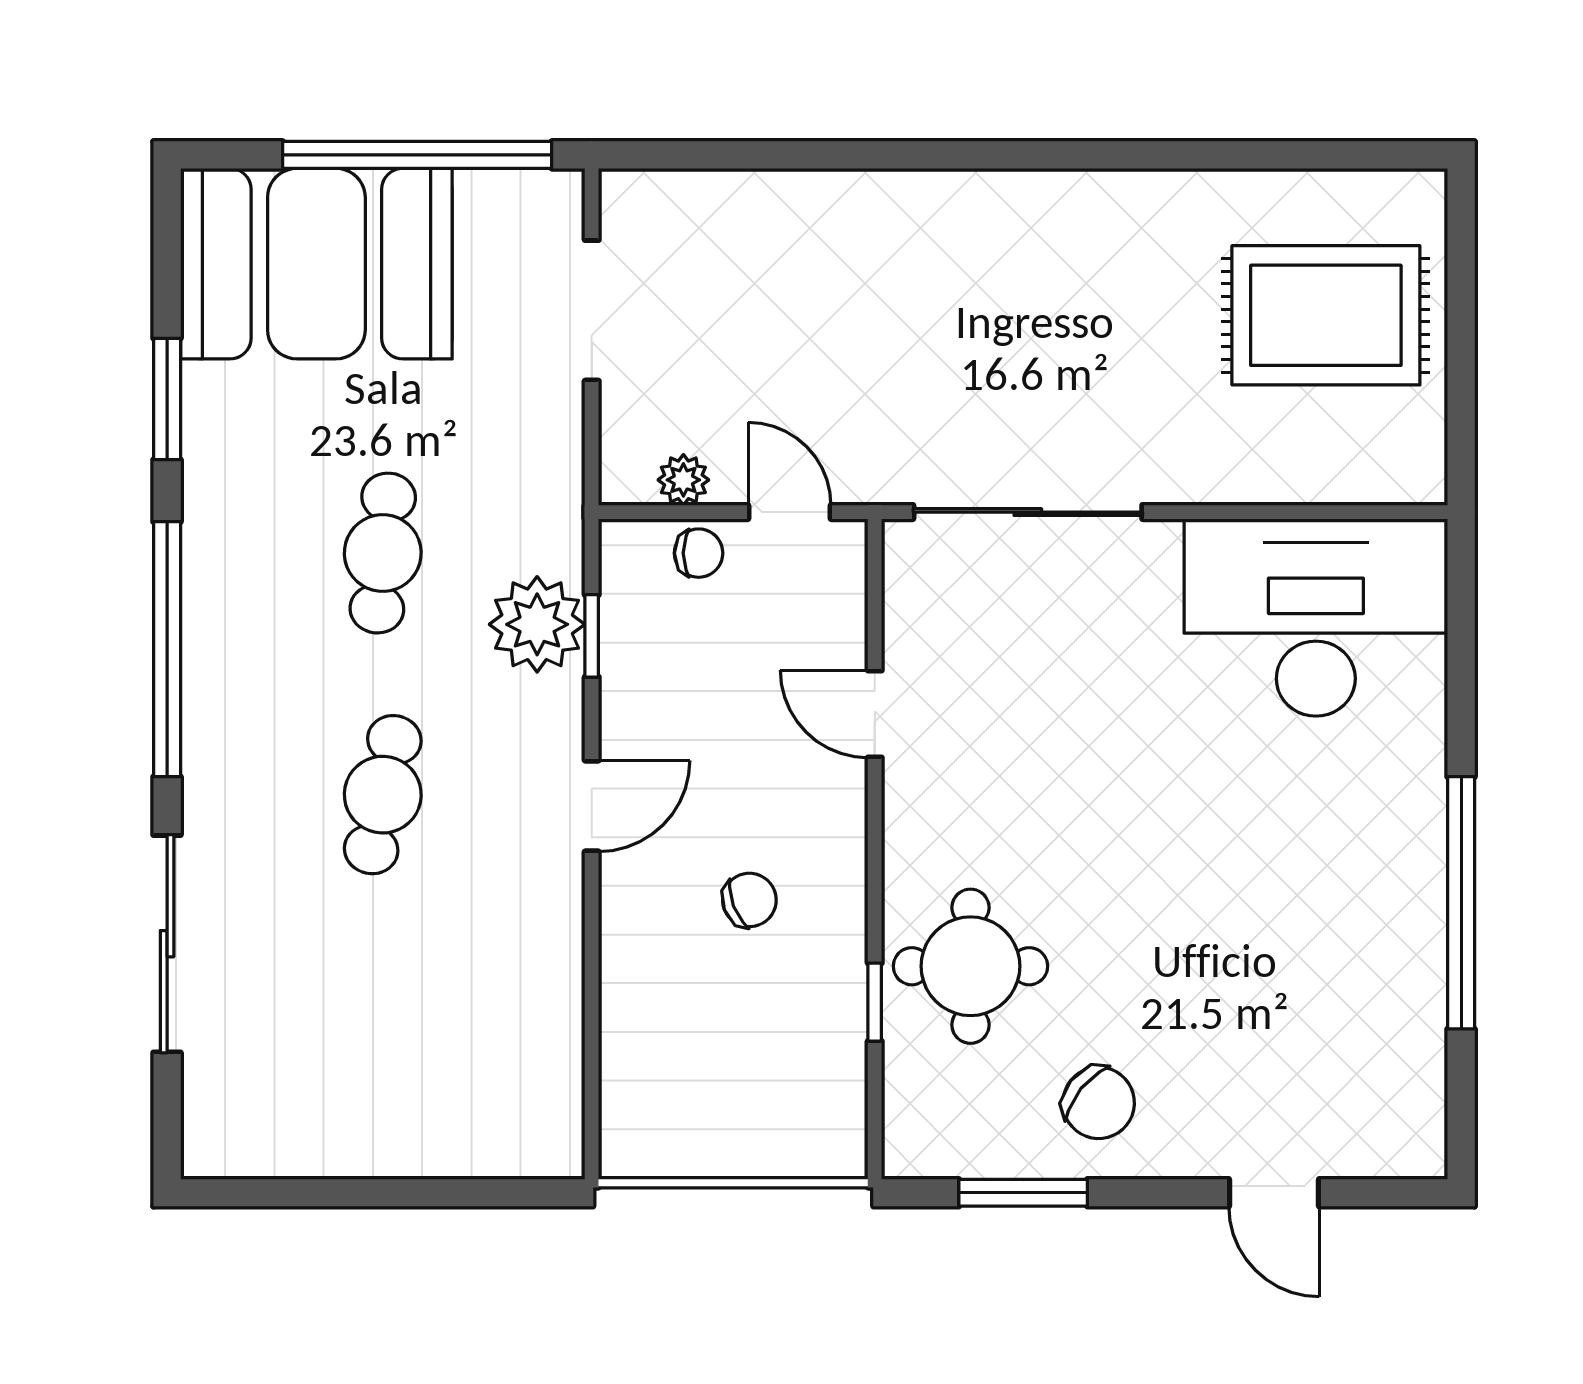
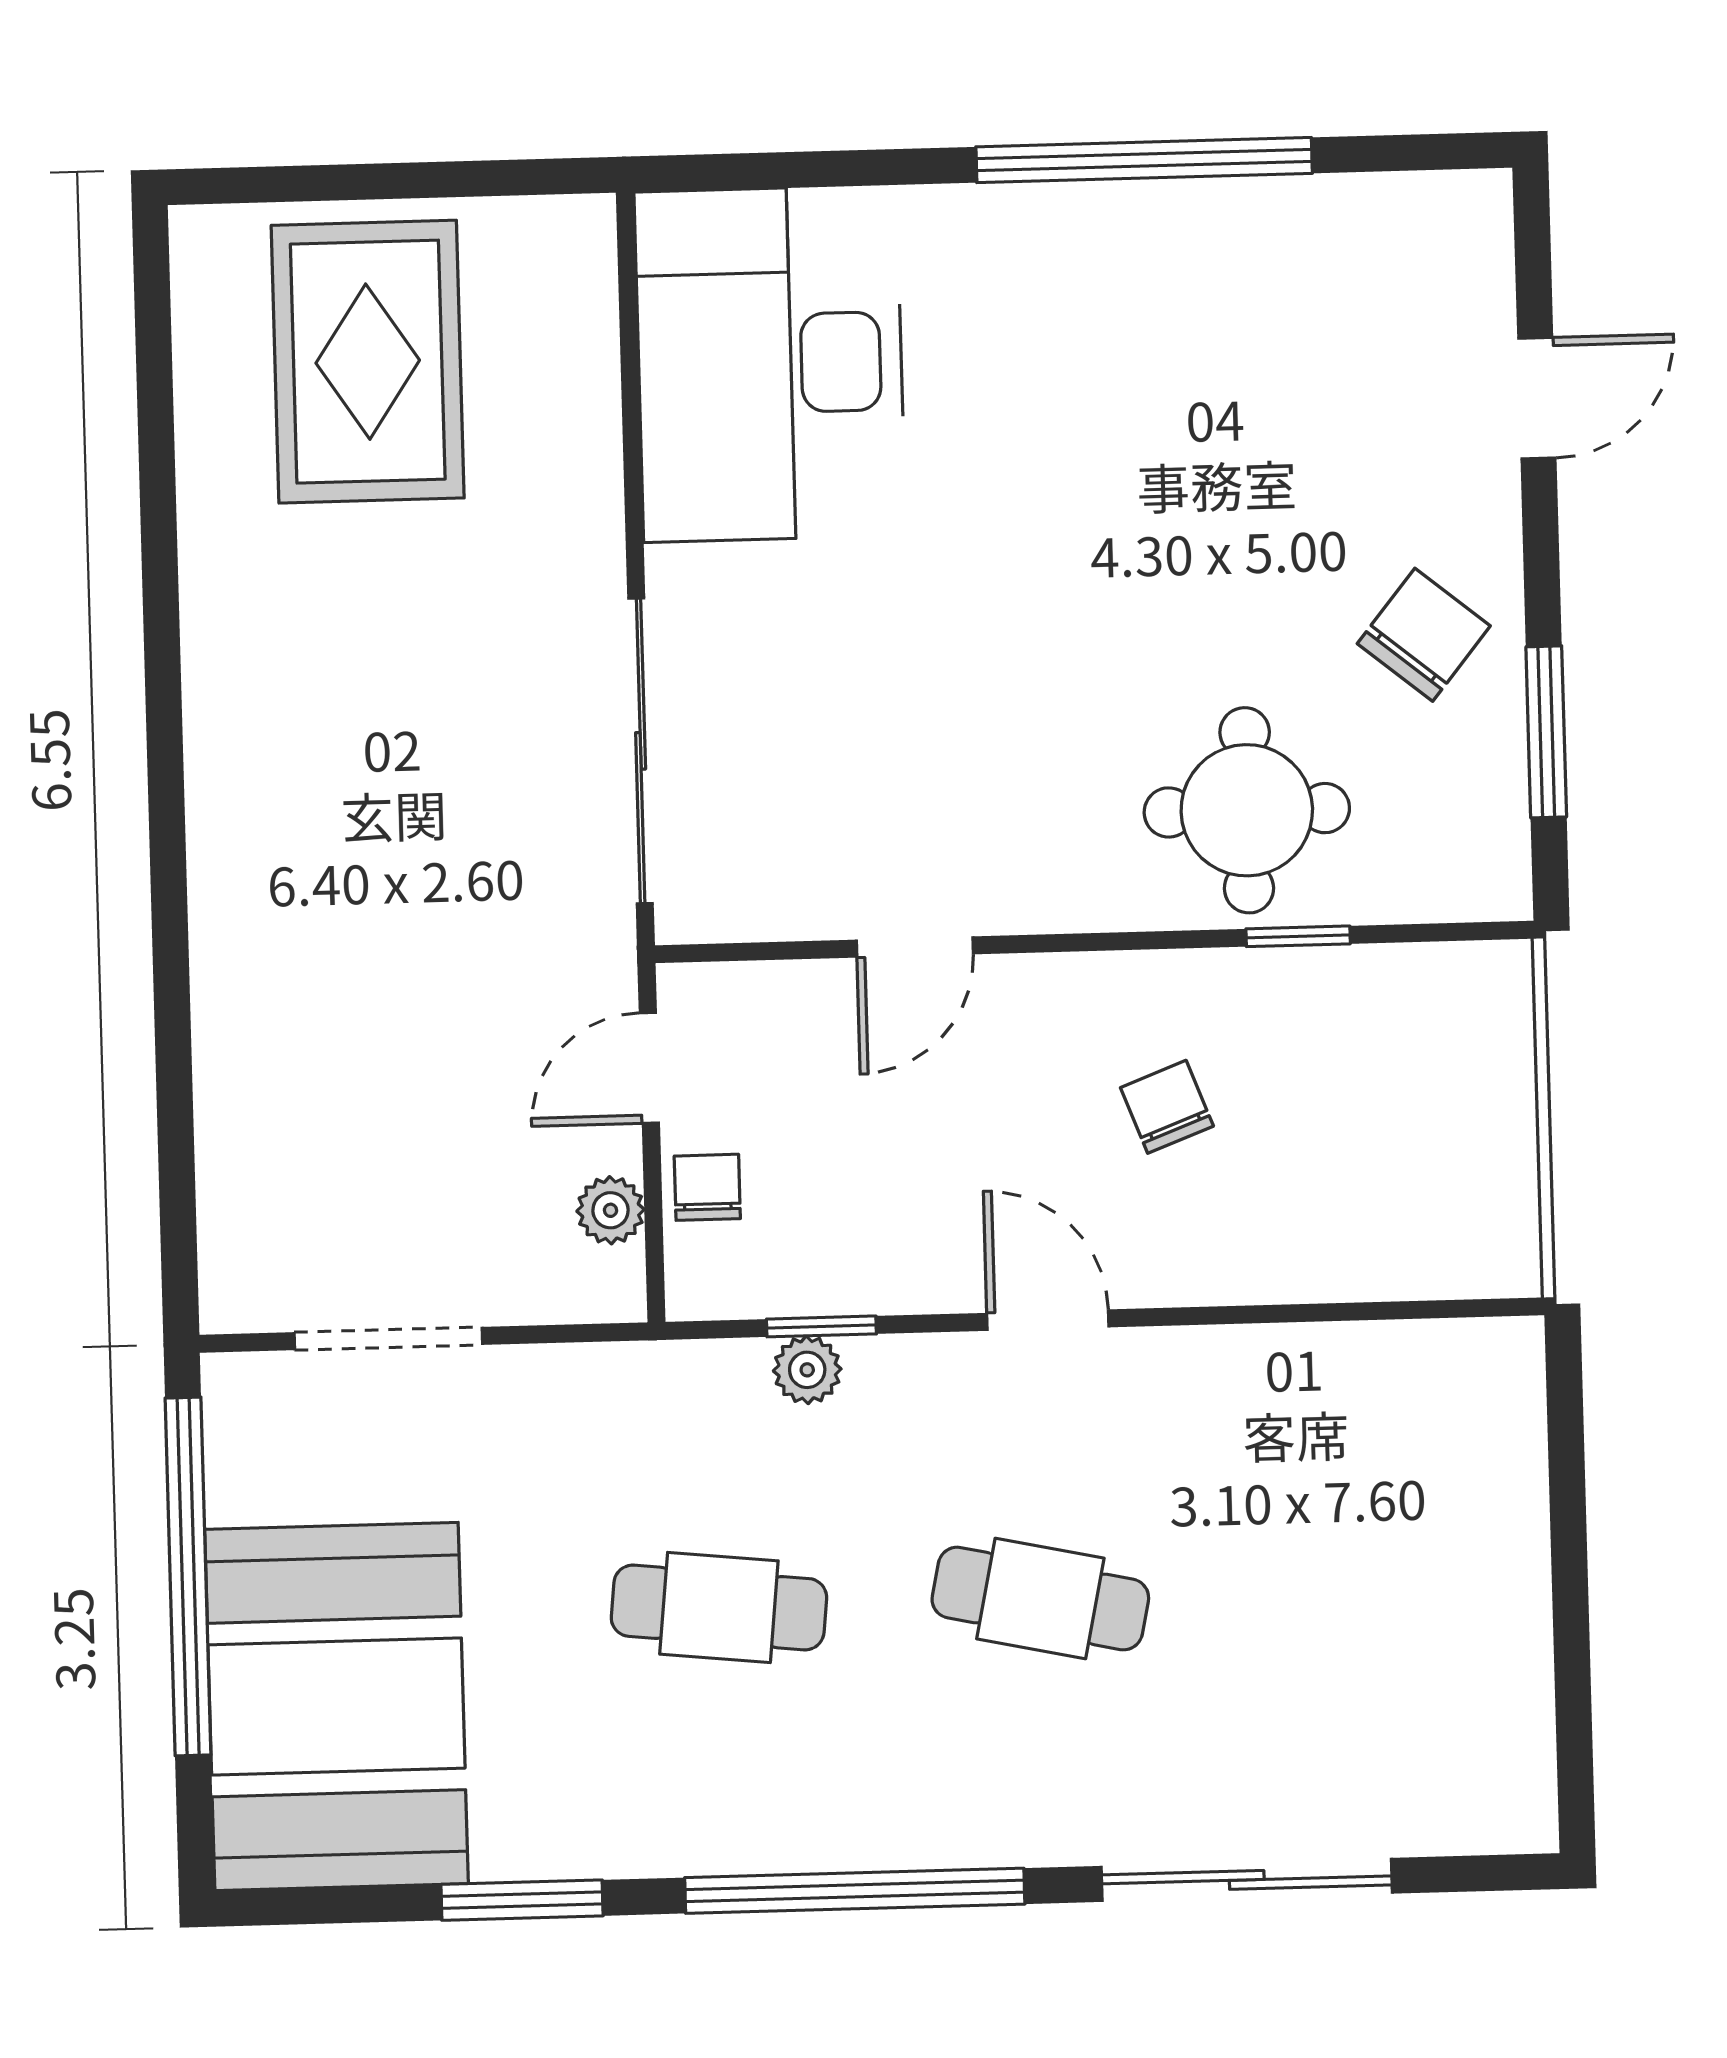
plant: (537, 624) -> (807, 1370), width x0.53, depth x0.53

